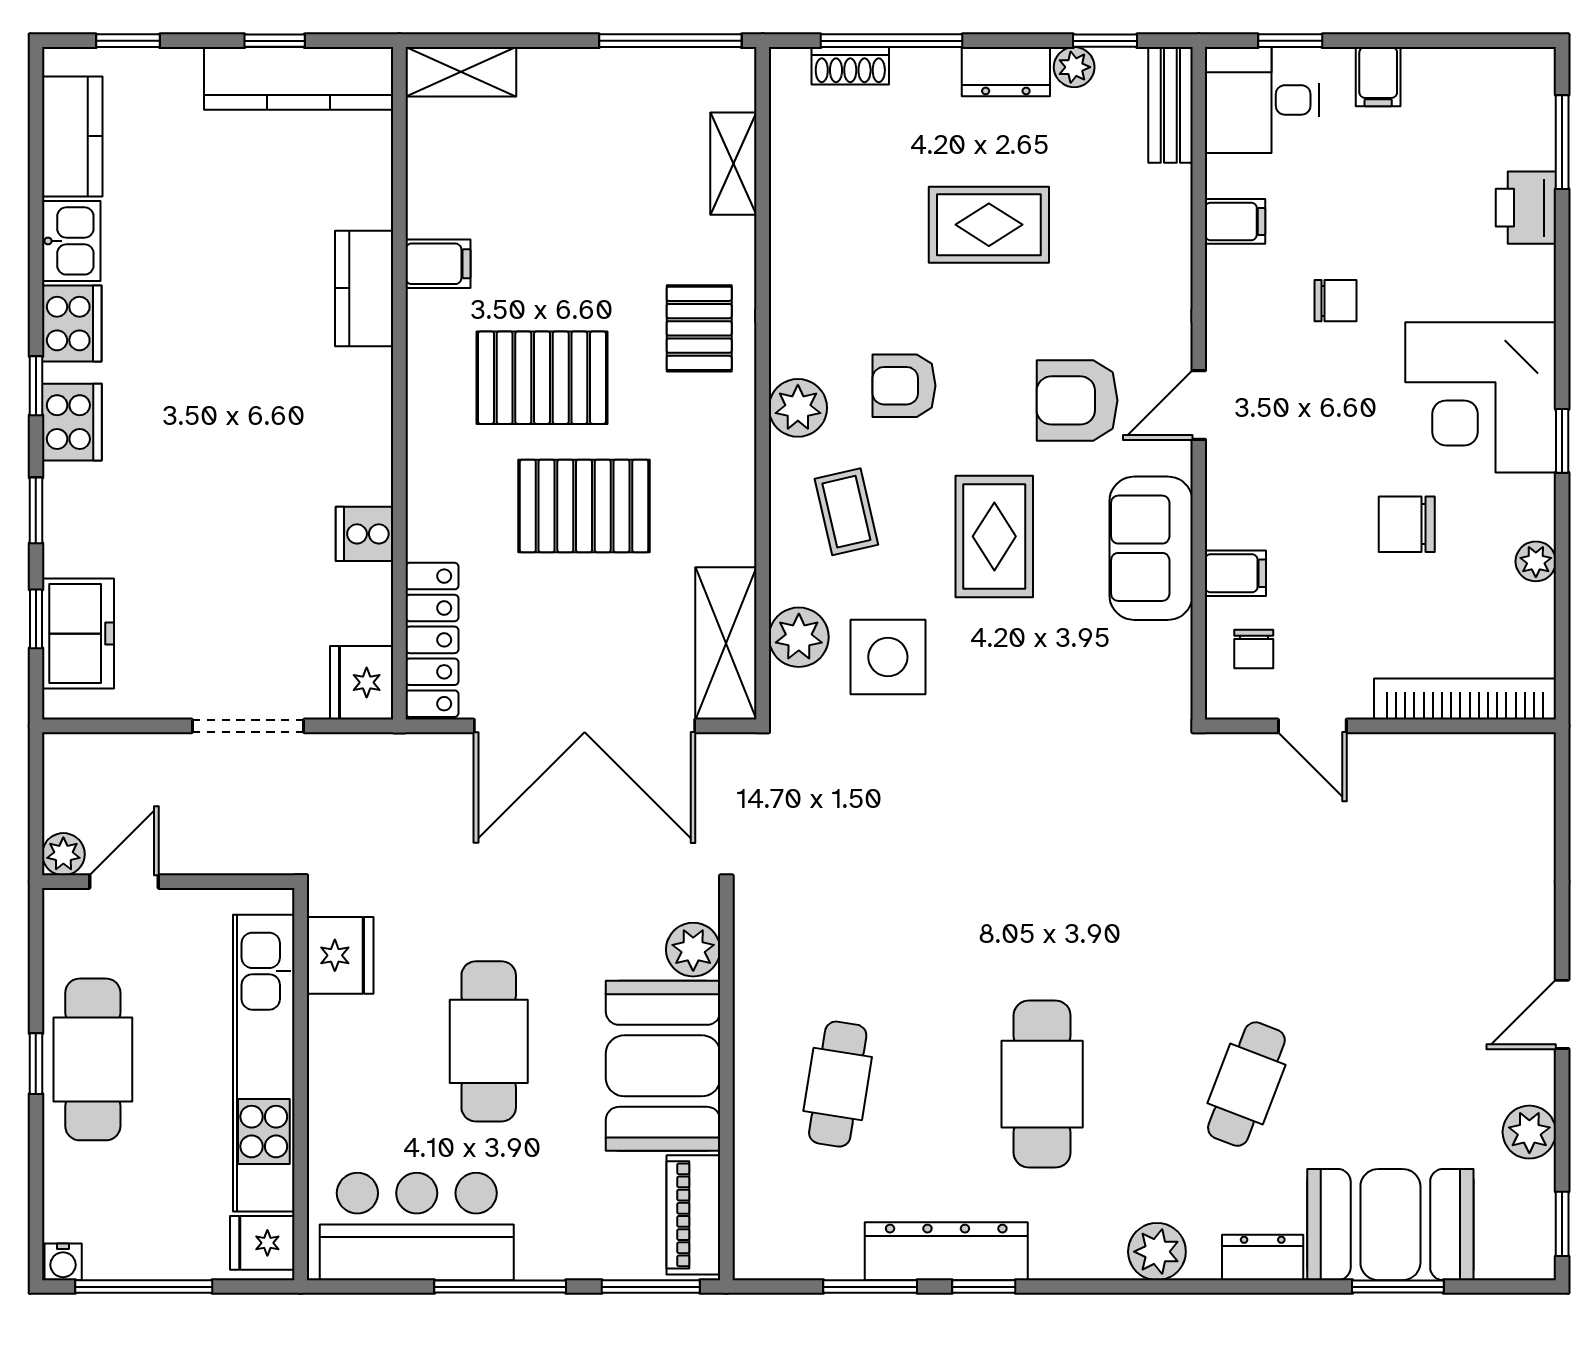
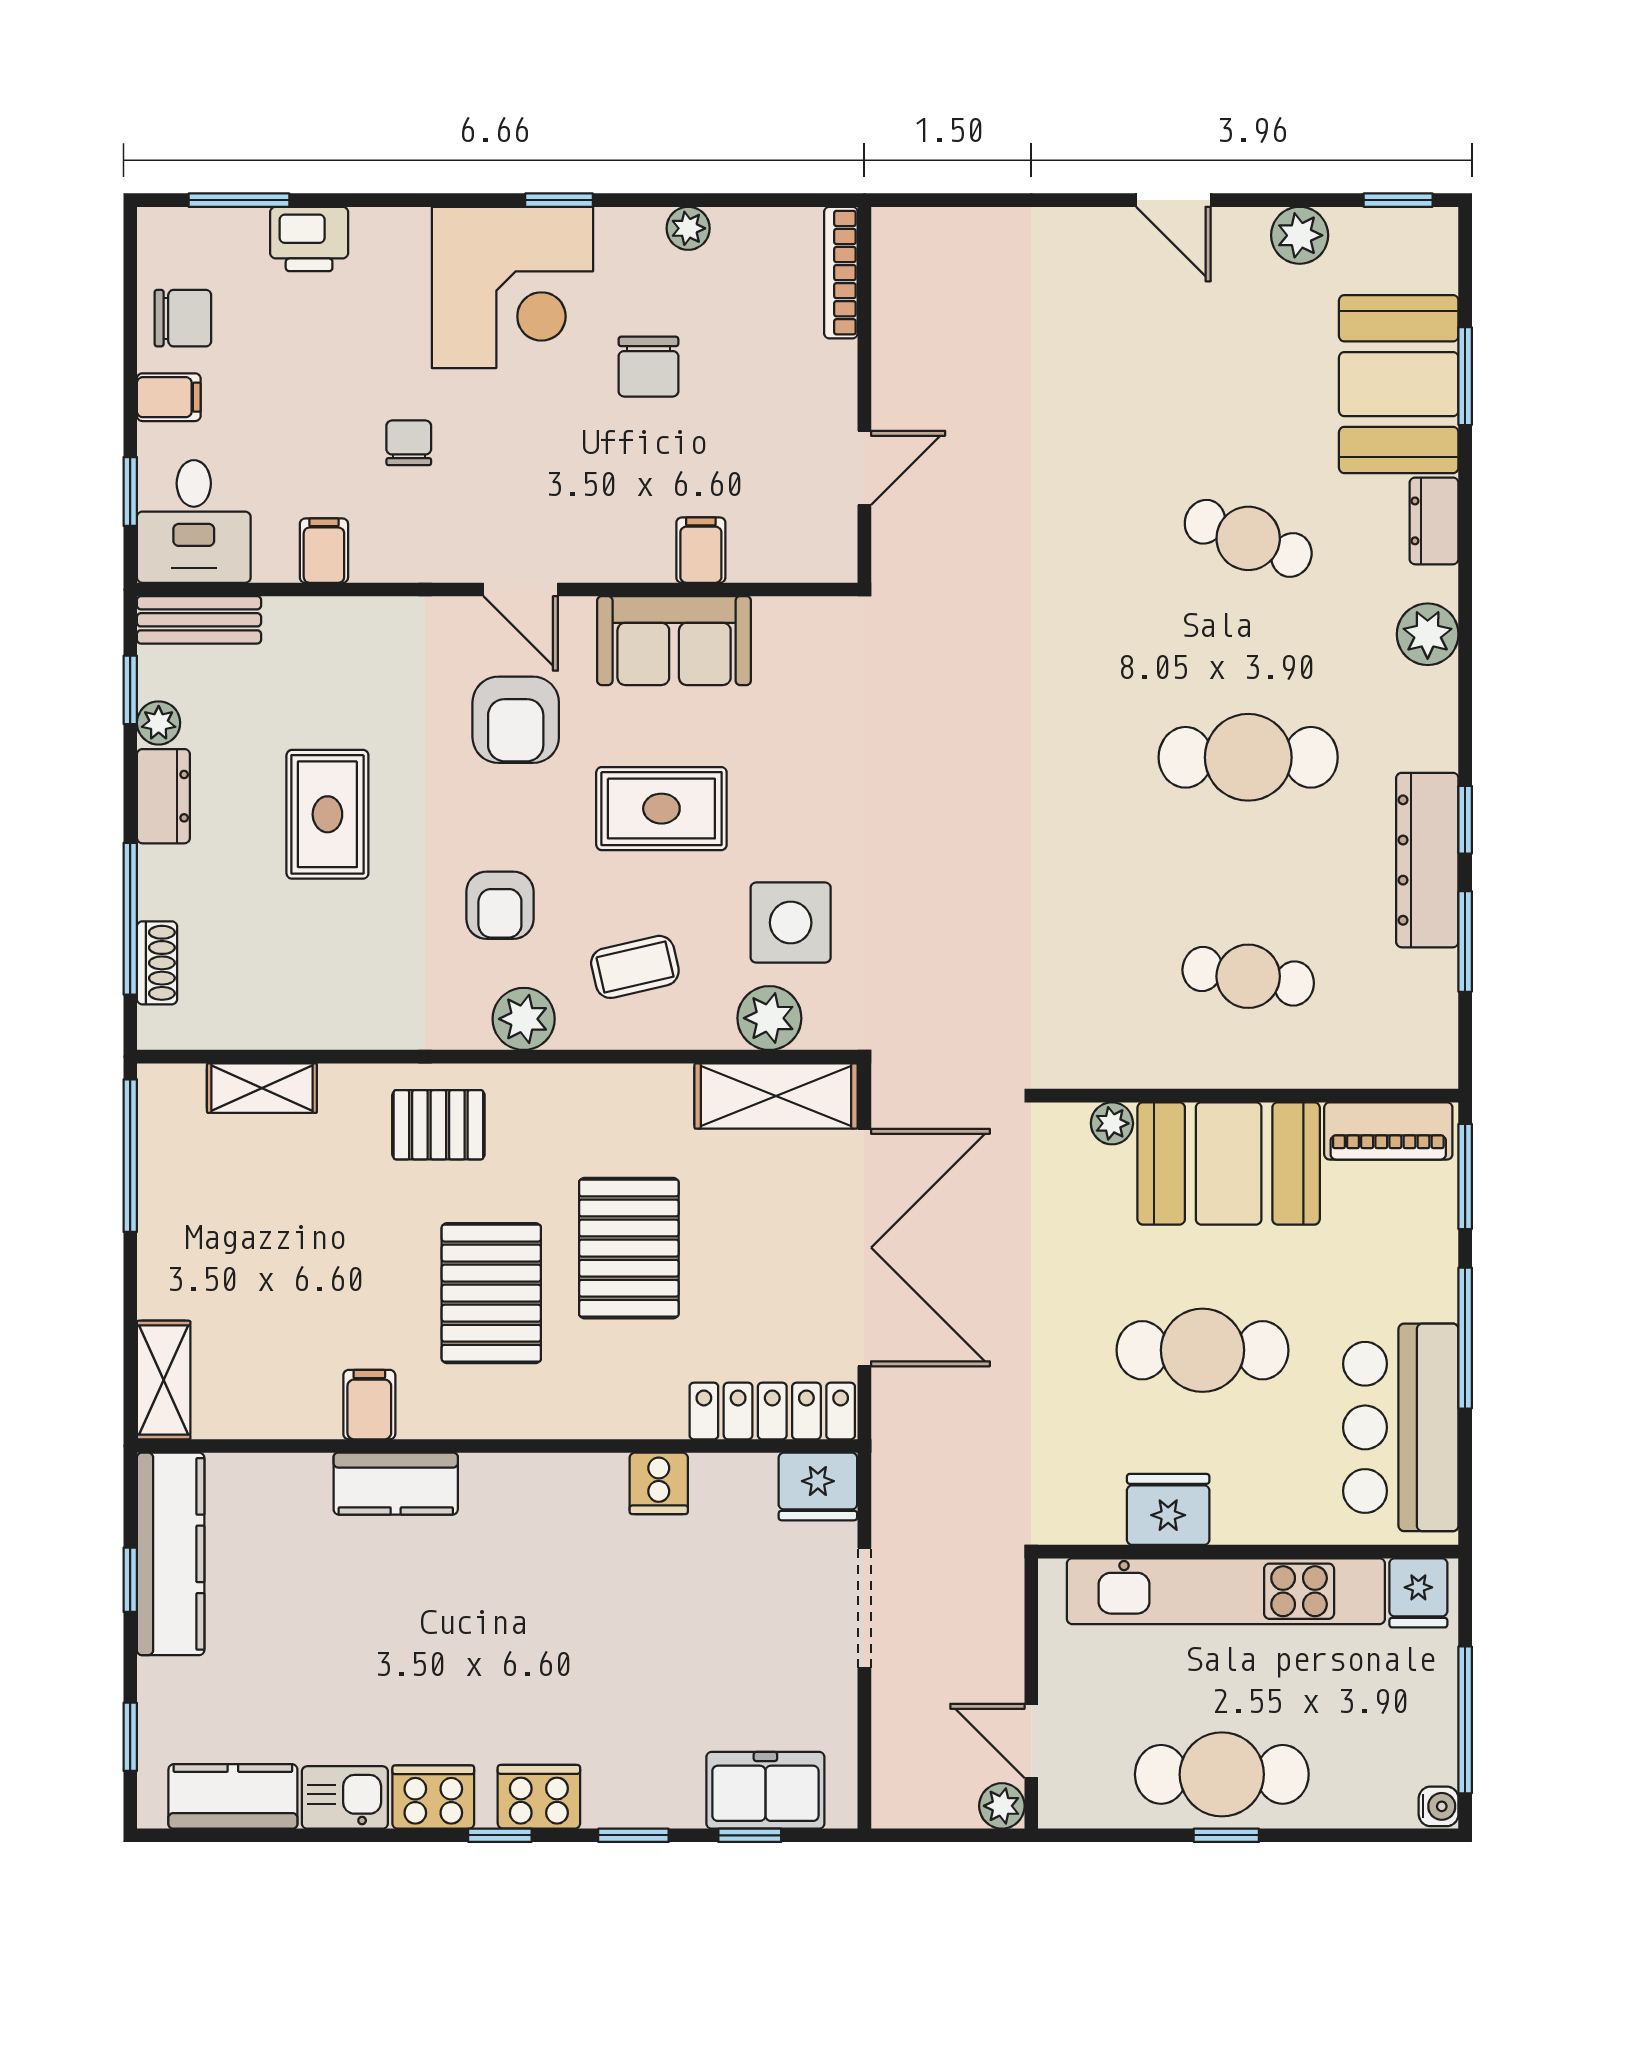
chair: (1254, 649) -> (183, 318), moved, width x1.37, depth x1.37
bookcase: (1465, 699) -> (841, 273), width x0.68, depth x0.76
plant: (693, 950) -> (1112, 1123), width x0.73, depth x0.73
fridge: (340, 955) -> (1168, 1509), moved

